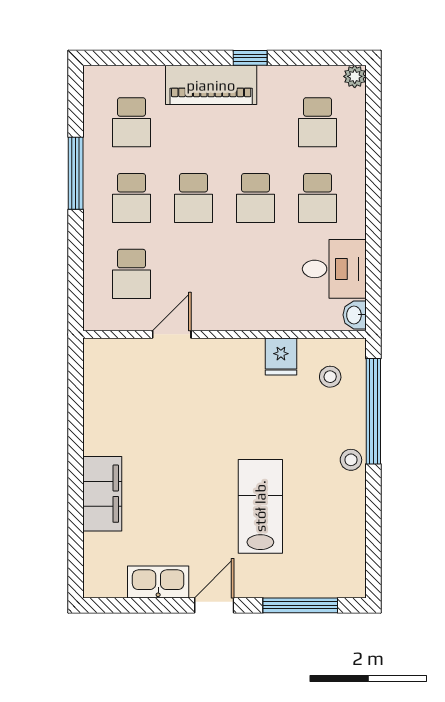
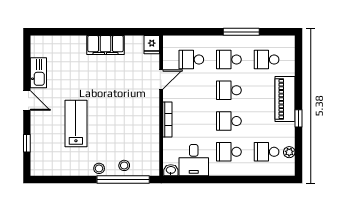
plant: (355, 76) -> (289, 152), moved
bookcase: (252, 322) -> (167, 119), added
door: (172, 334) -> (161, 80), hinge flipped
fridge: (281, 357) -> (152, 45), moved, turned -90
stool: (330, 377) -> (124, 165), moved
filing cabinet: (102, 494) -> (105, 45), moved
lab bench: (260, 506) -> (76, 123), turned -90
window: (300, 605) -> (27, 143), width x0.46

